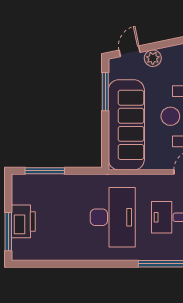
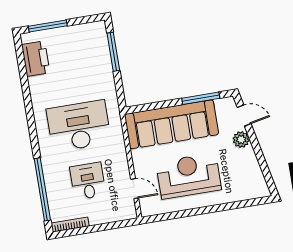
desk: (113, 217) -> (79, 126), turned 180
printer: (23, 221) -> (36, 59), moved, turned -90

